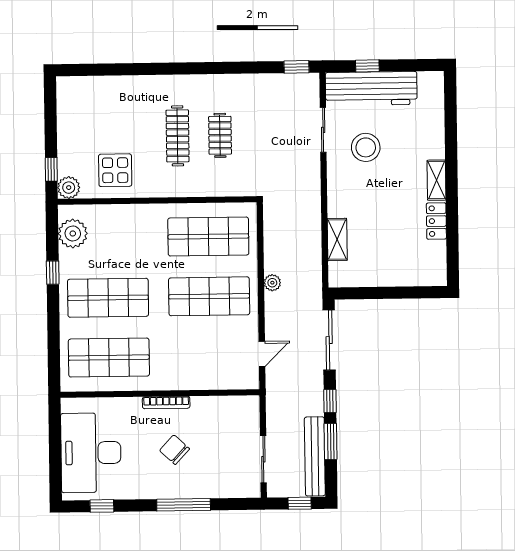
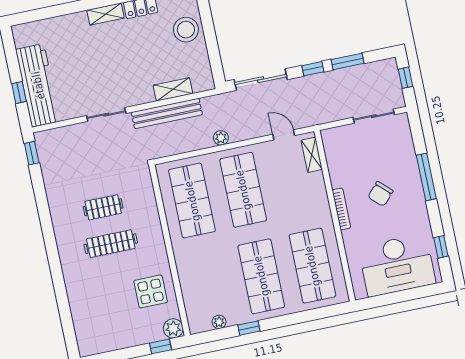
sliding door: (323, 130) -> (106, 115), moved
stool: (366, 147) -> (186, 30), moved
plant: (73, 233) -> (219, 322), width x0.53, depth x0.53
shelving: (233, 381) -> (312, 155), added
bench: (315, 456) -> (167, 113), moved

